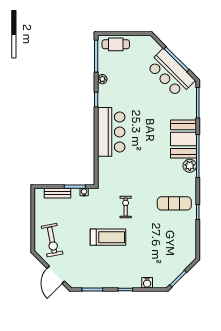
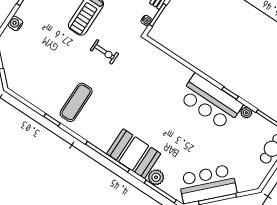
bar counter: (111, 132) -> (211, 102), moved
plant: (190, 166) -> (156, 177), moved

